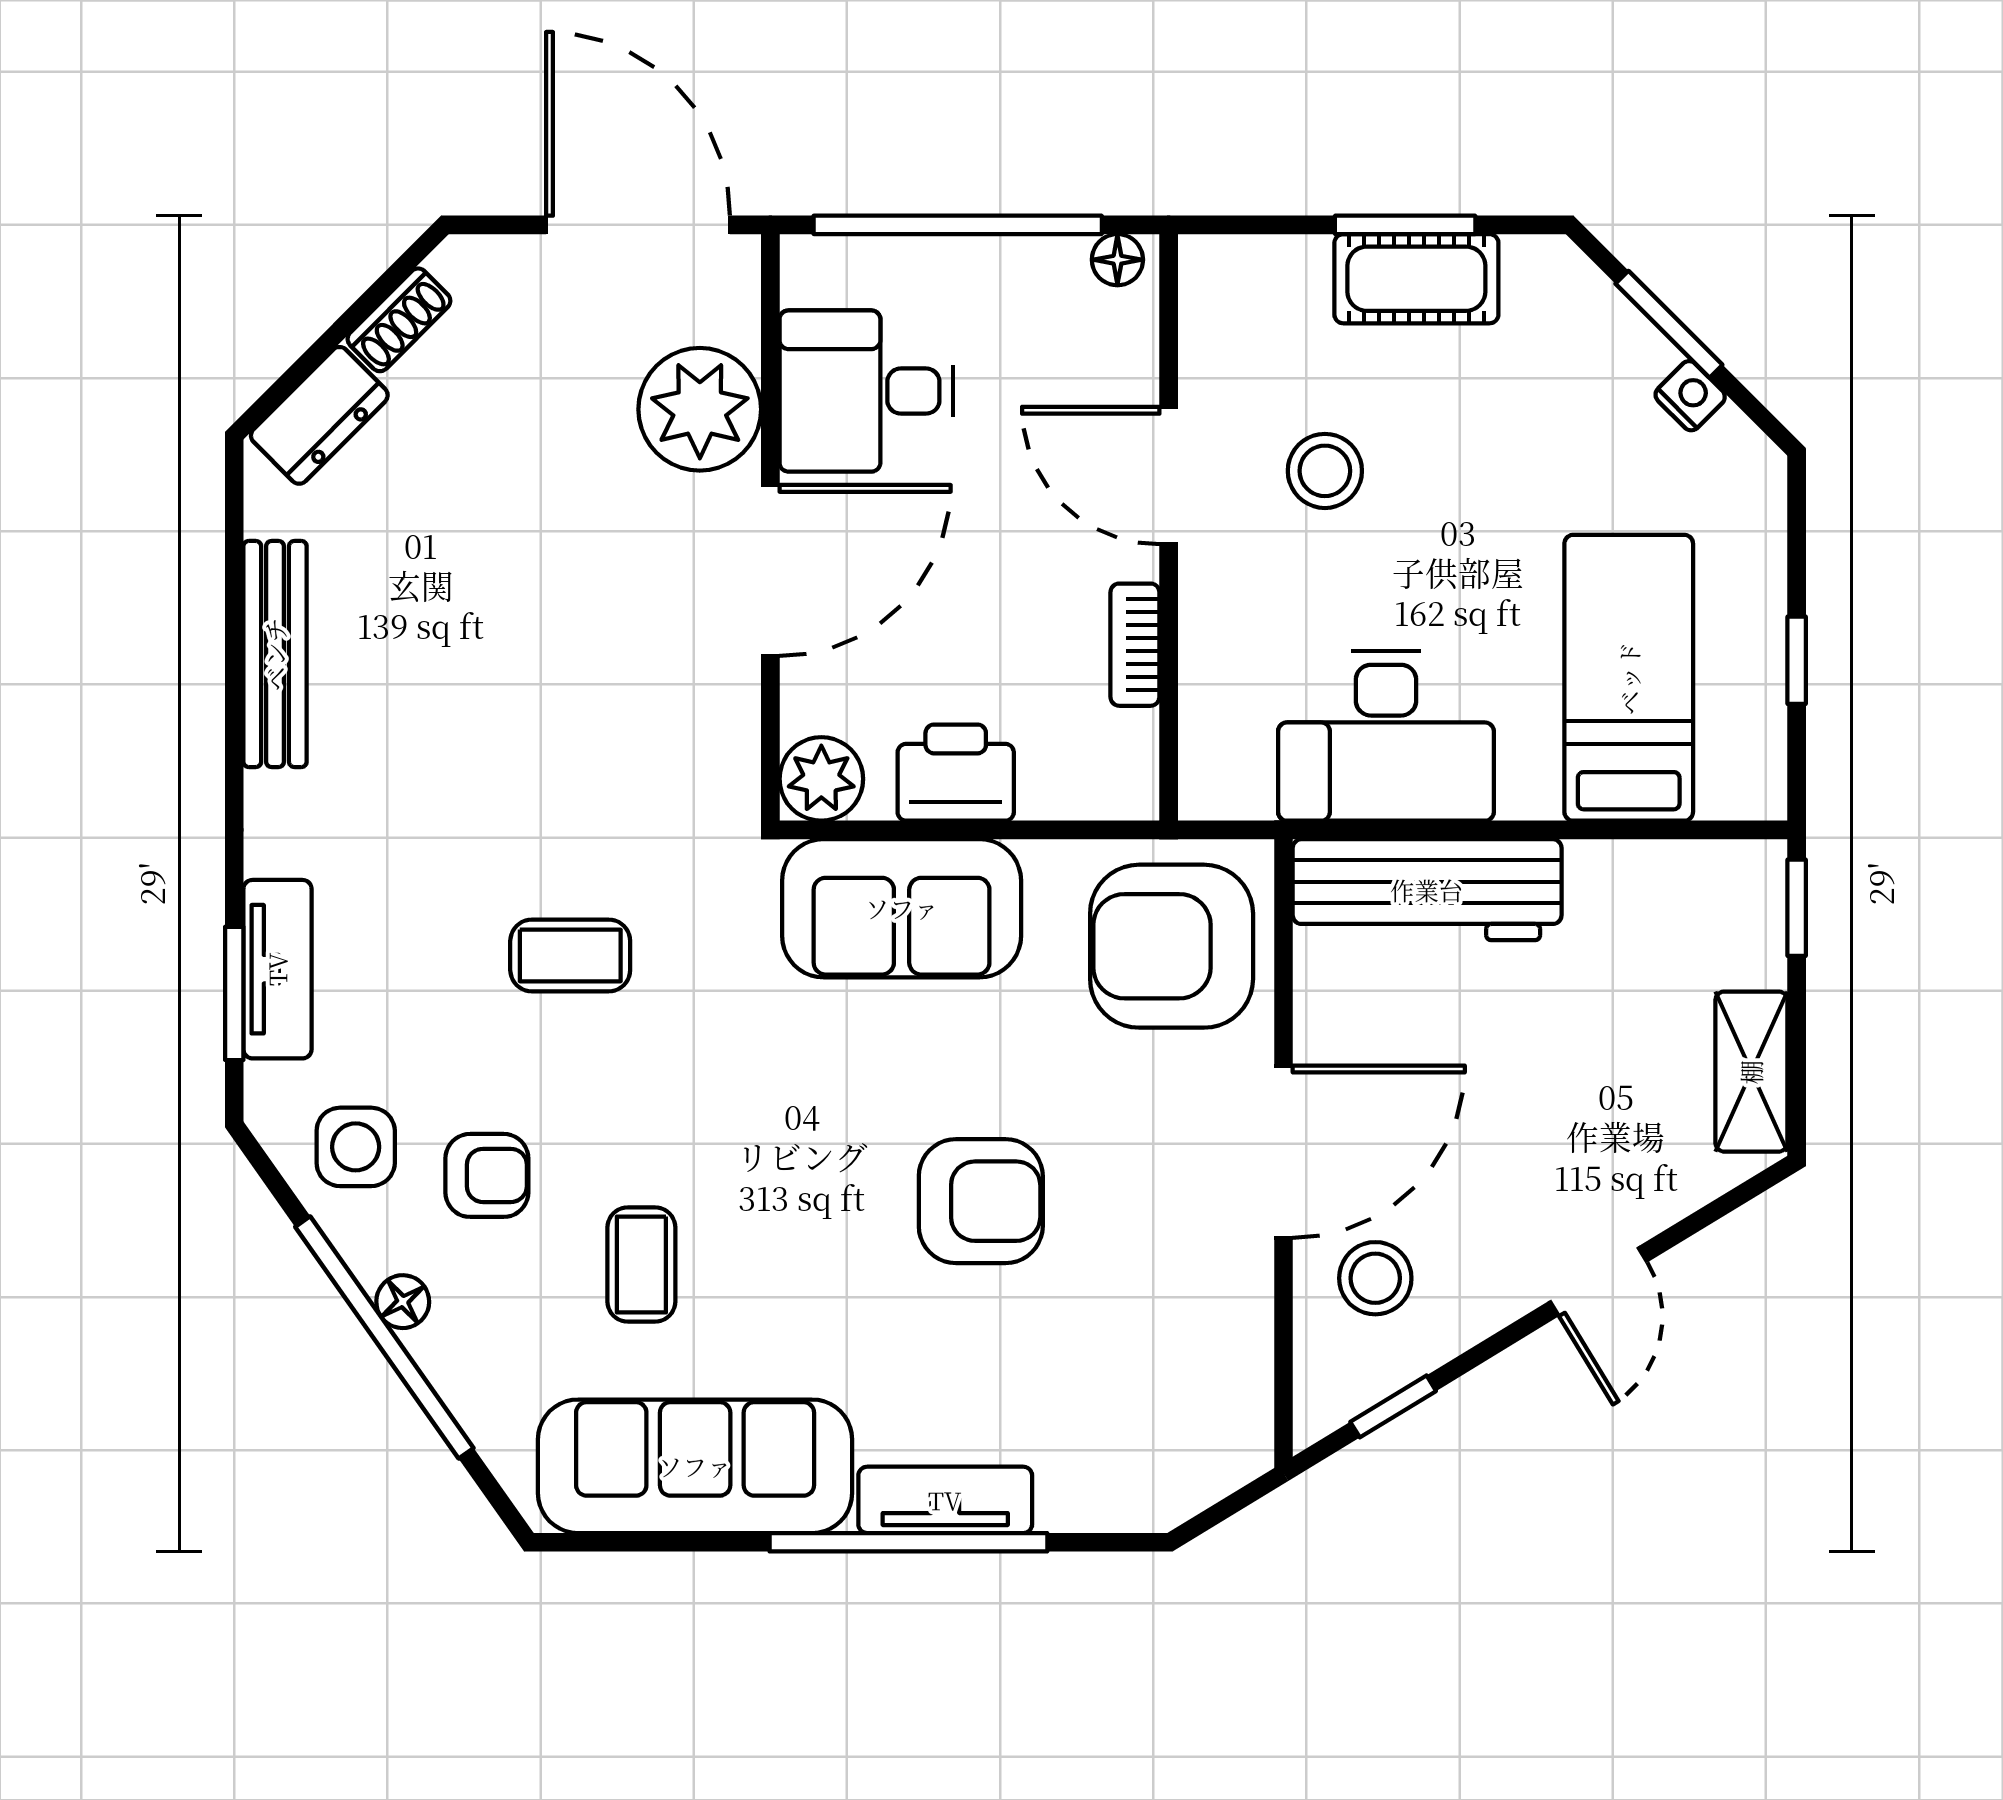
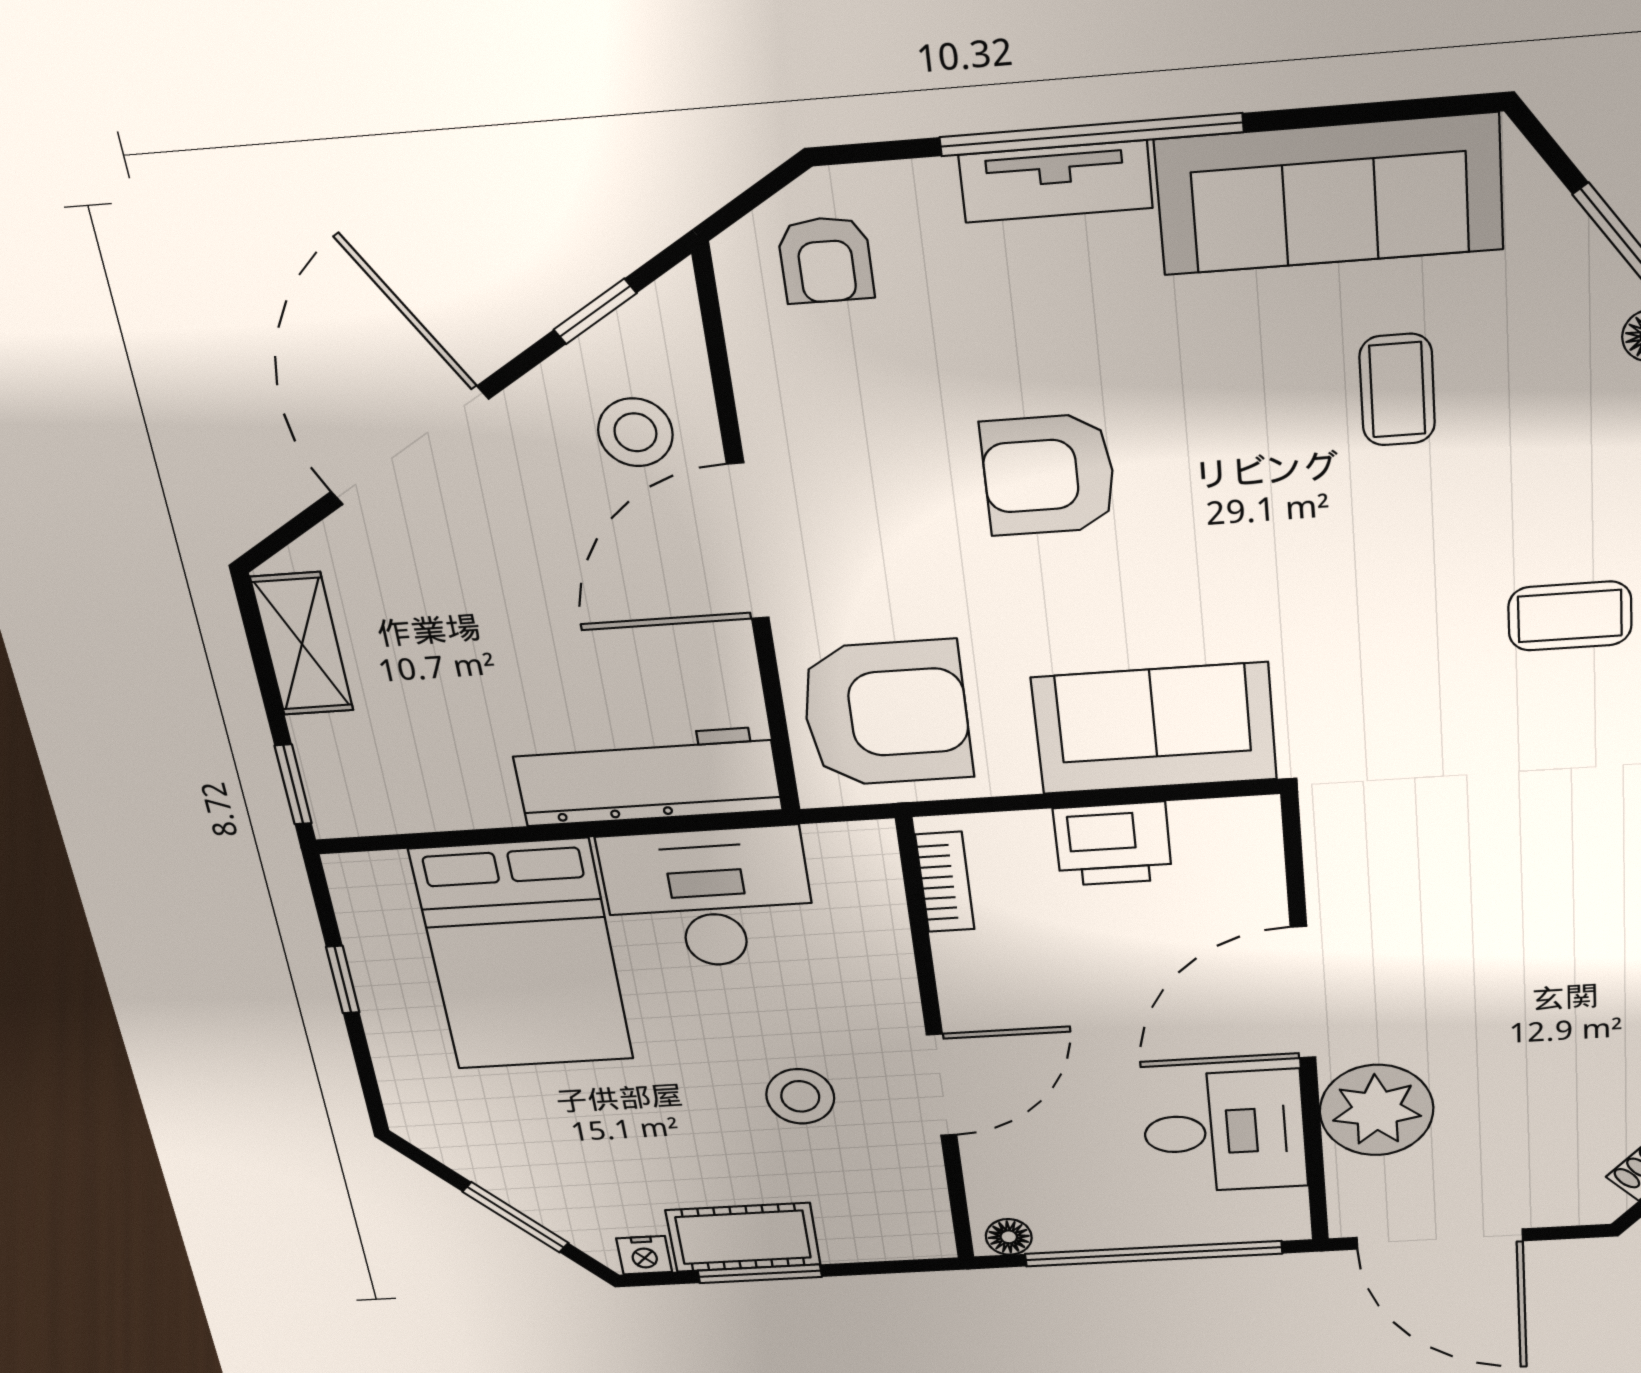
nightstand: (1690, 396) -> (644, 1255), moved, turned -45
door: (1169, 475) -> (942, 1085), hinge flipped
bookcase: (1135, 645) -> (945, 882), moved
bed: (1629, 678) -> (522, 955), width x1.50
plant: (821, 779) -> (1242, 831), removed
coffee table: (570, 955) -> (1570, 616), moved
armchair: (487, 1175) -> (826, 260), moved, turned -90
door: (1598, 1281) -> (409, 446), width x1.87

